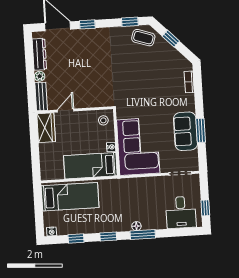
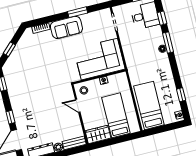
coffee table: (143, 38) -> (13, 71), removed
door: (66, 111) -> (78, 106), moved
sofa: (185, 131) -> (66, 27), moved
bed: (90, 166) -> (116, 115), moved, turned 180
window: (108, 237) -> (162, 18), moved

